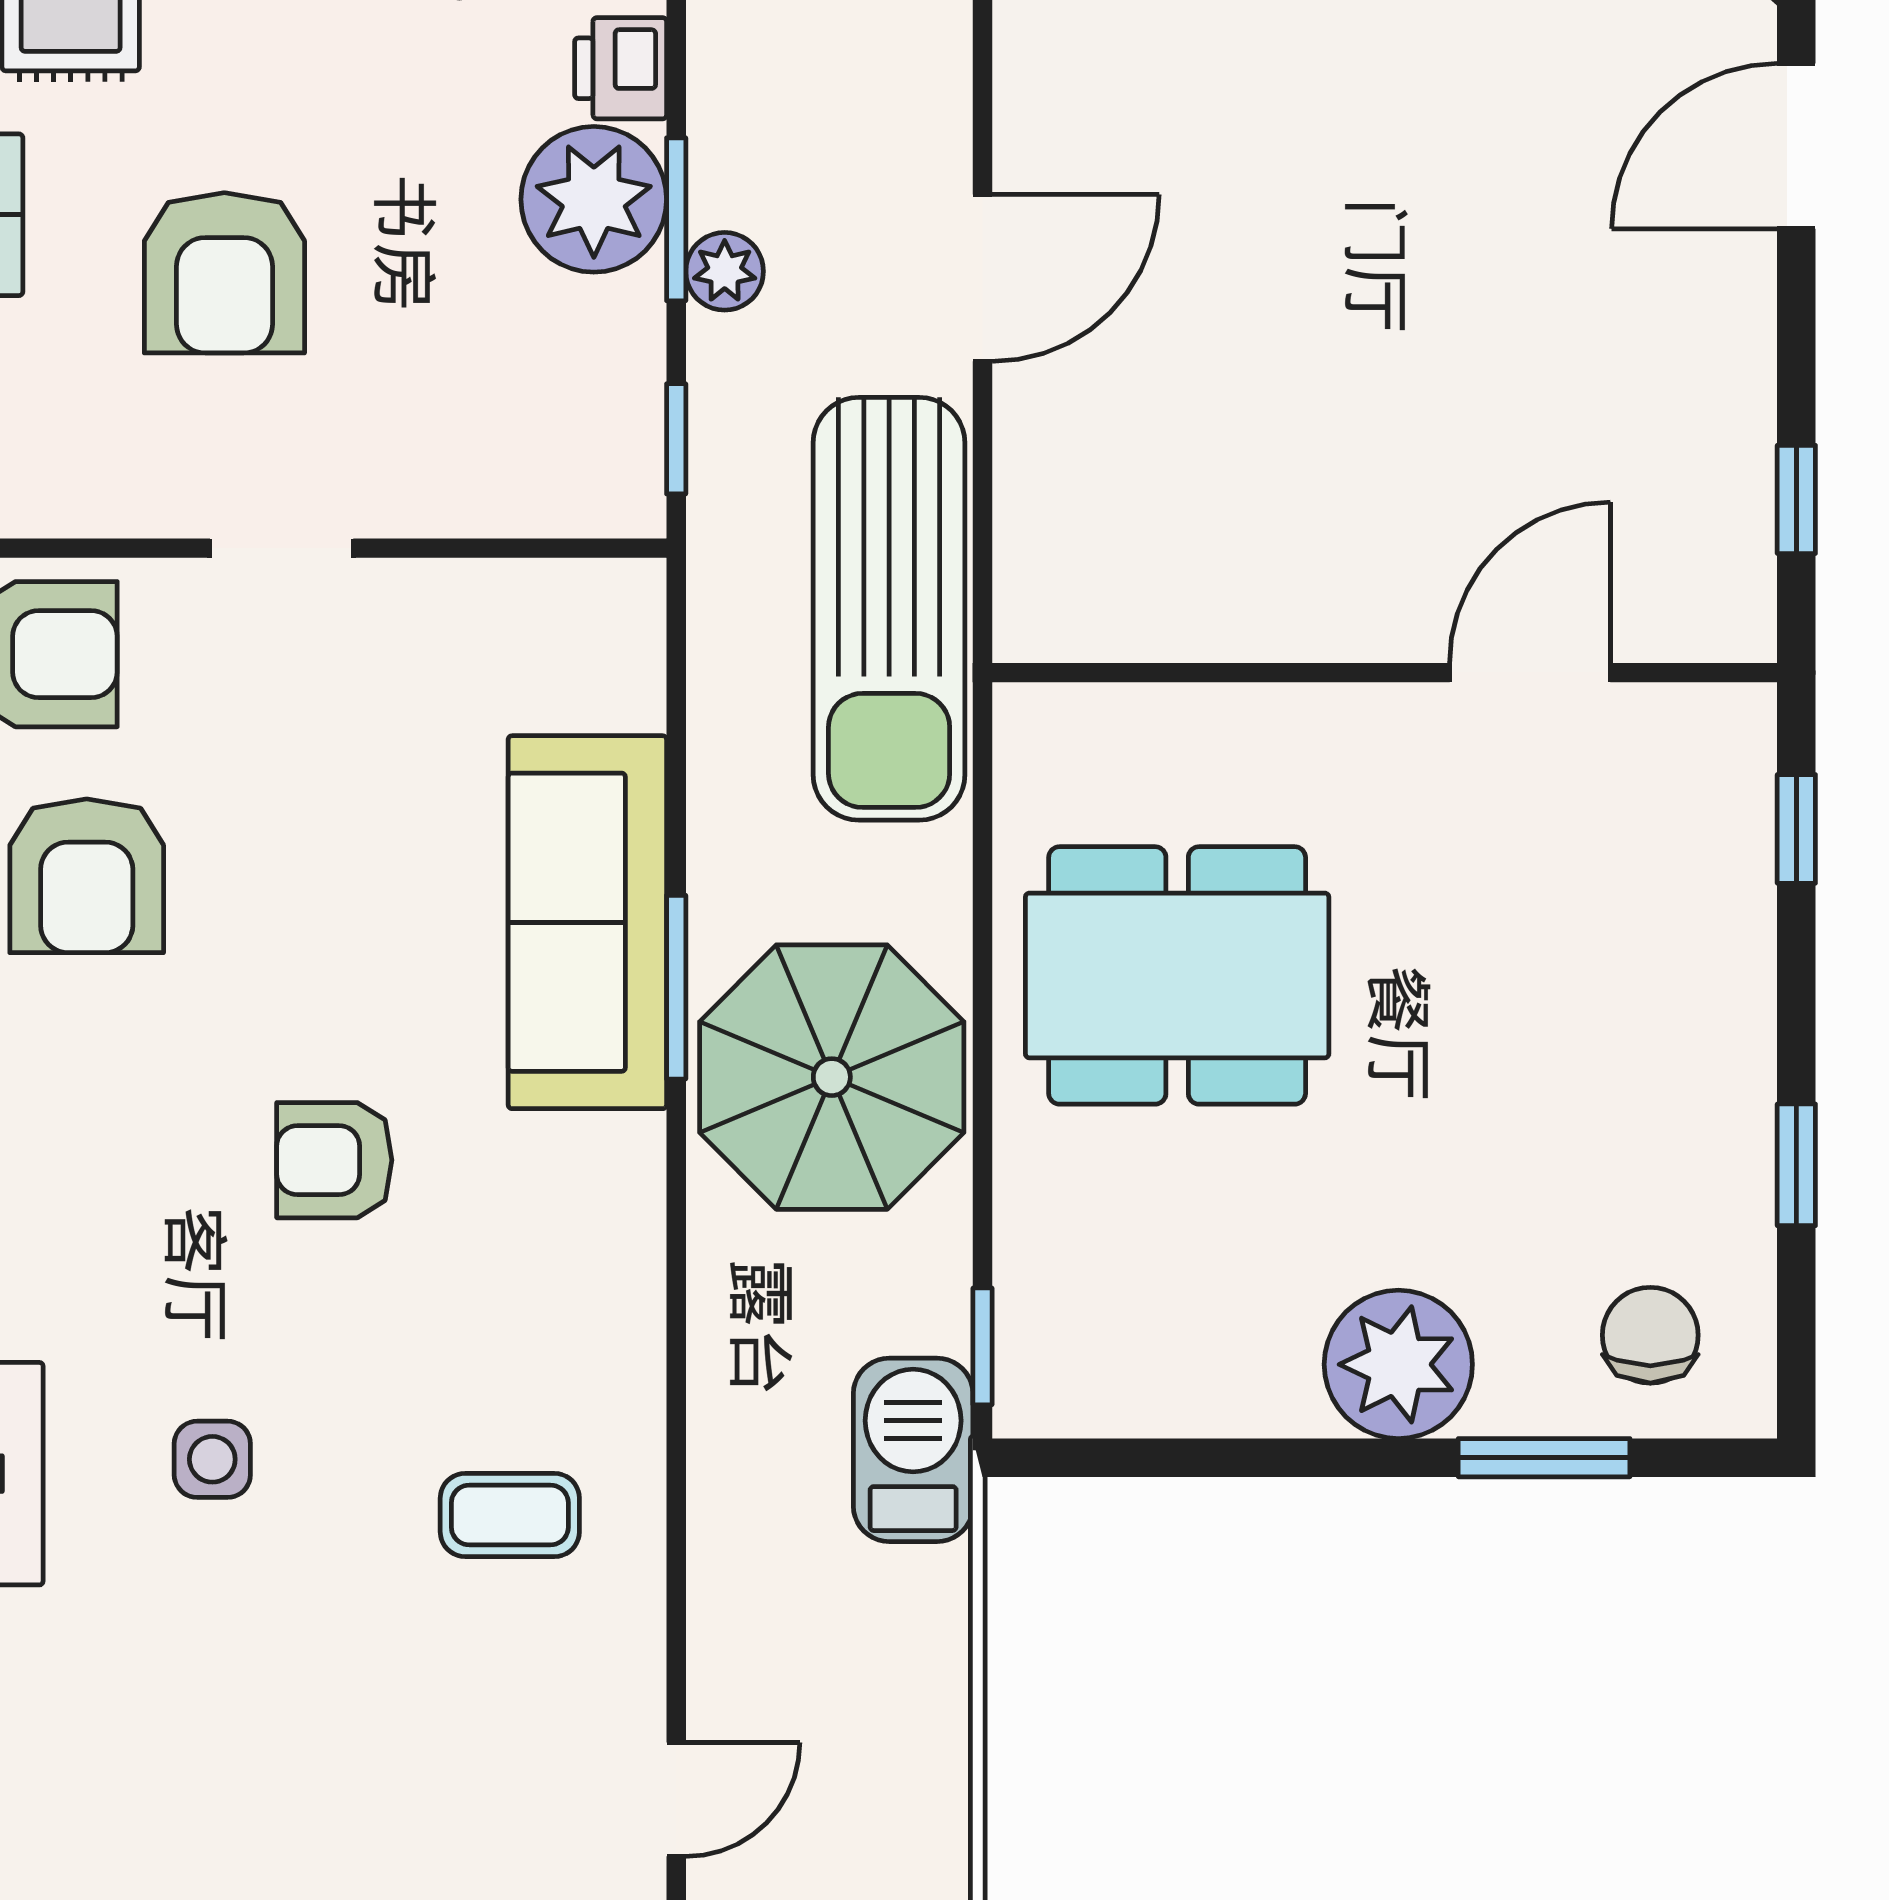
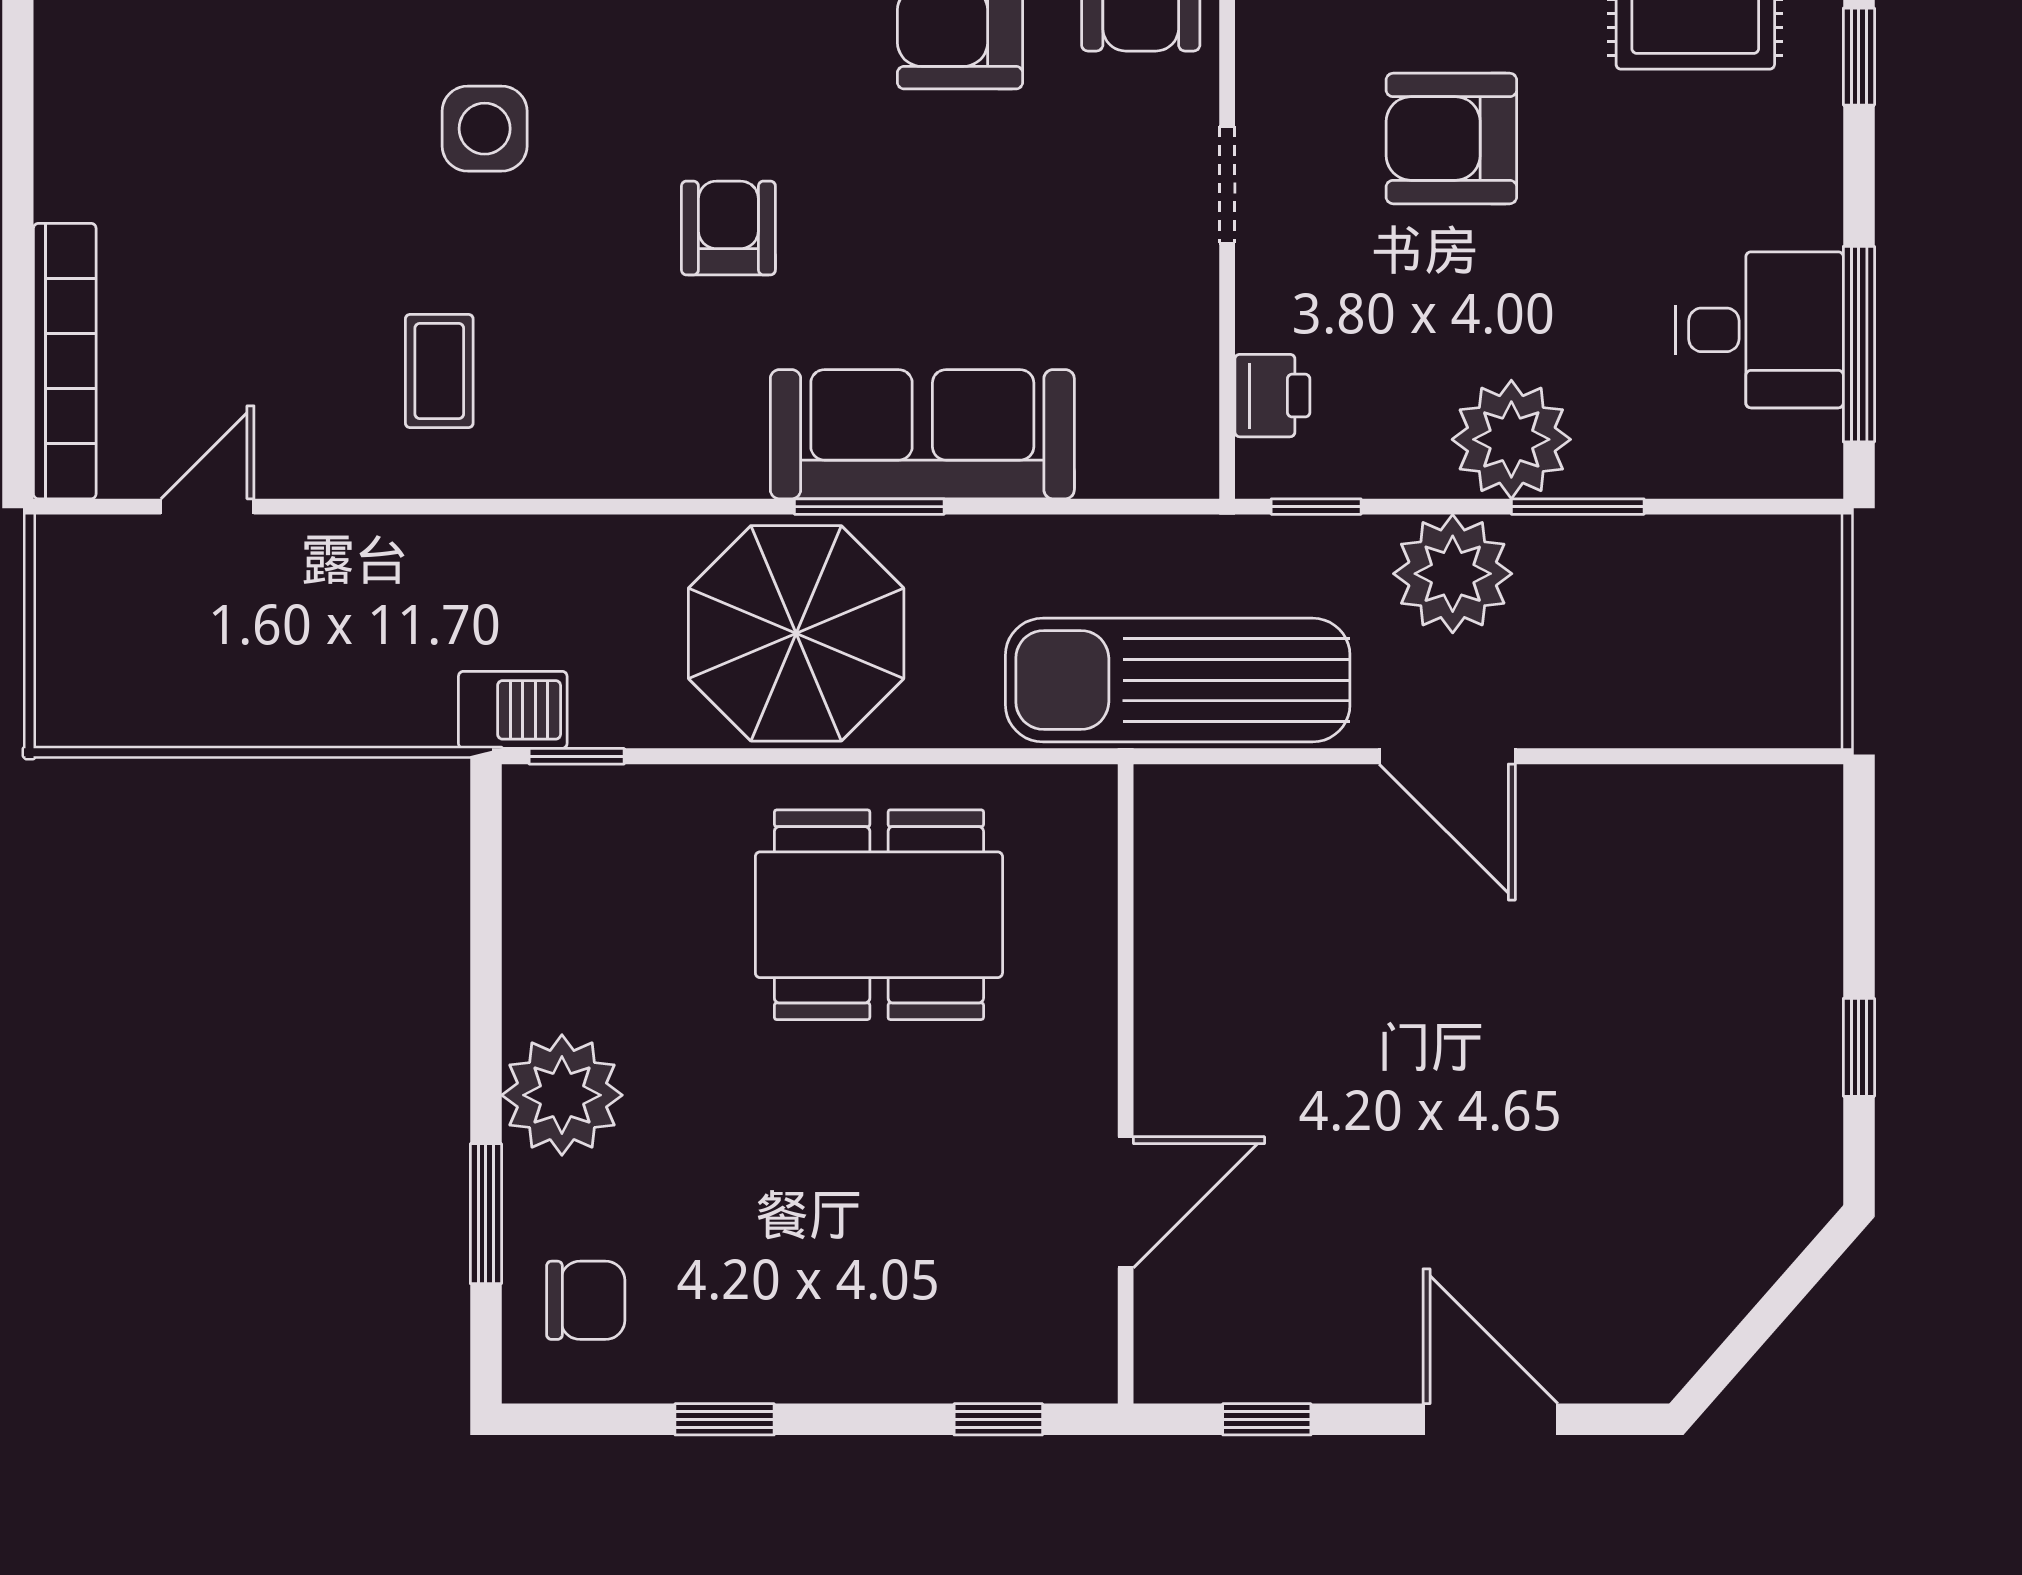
printer: (621, 68) -> (1272, 396), moved, turned 90
door: (1796, 146) -> (1491, 1419), moved
window: (676, 219) -> (1578, 507), moved
plant: (725, 271) -> (1453, 574), width x1.87, depth x1.87
door: (1530, 673) -> (1126, 1202), hinge flipped
dining table: (1177, 975) -> (879, 915), turned 90
barbecue: (913, 1450) -> (513, 710), width x0.73, depth x0.79
side table: (212, 1459) -> (485, 129), width x1.37, depth x1.37
door: (676, 1799) -> (207, 507), swing flipped

